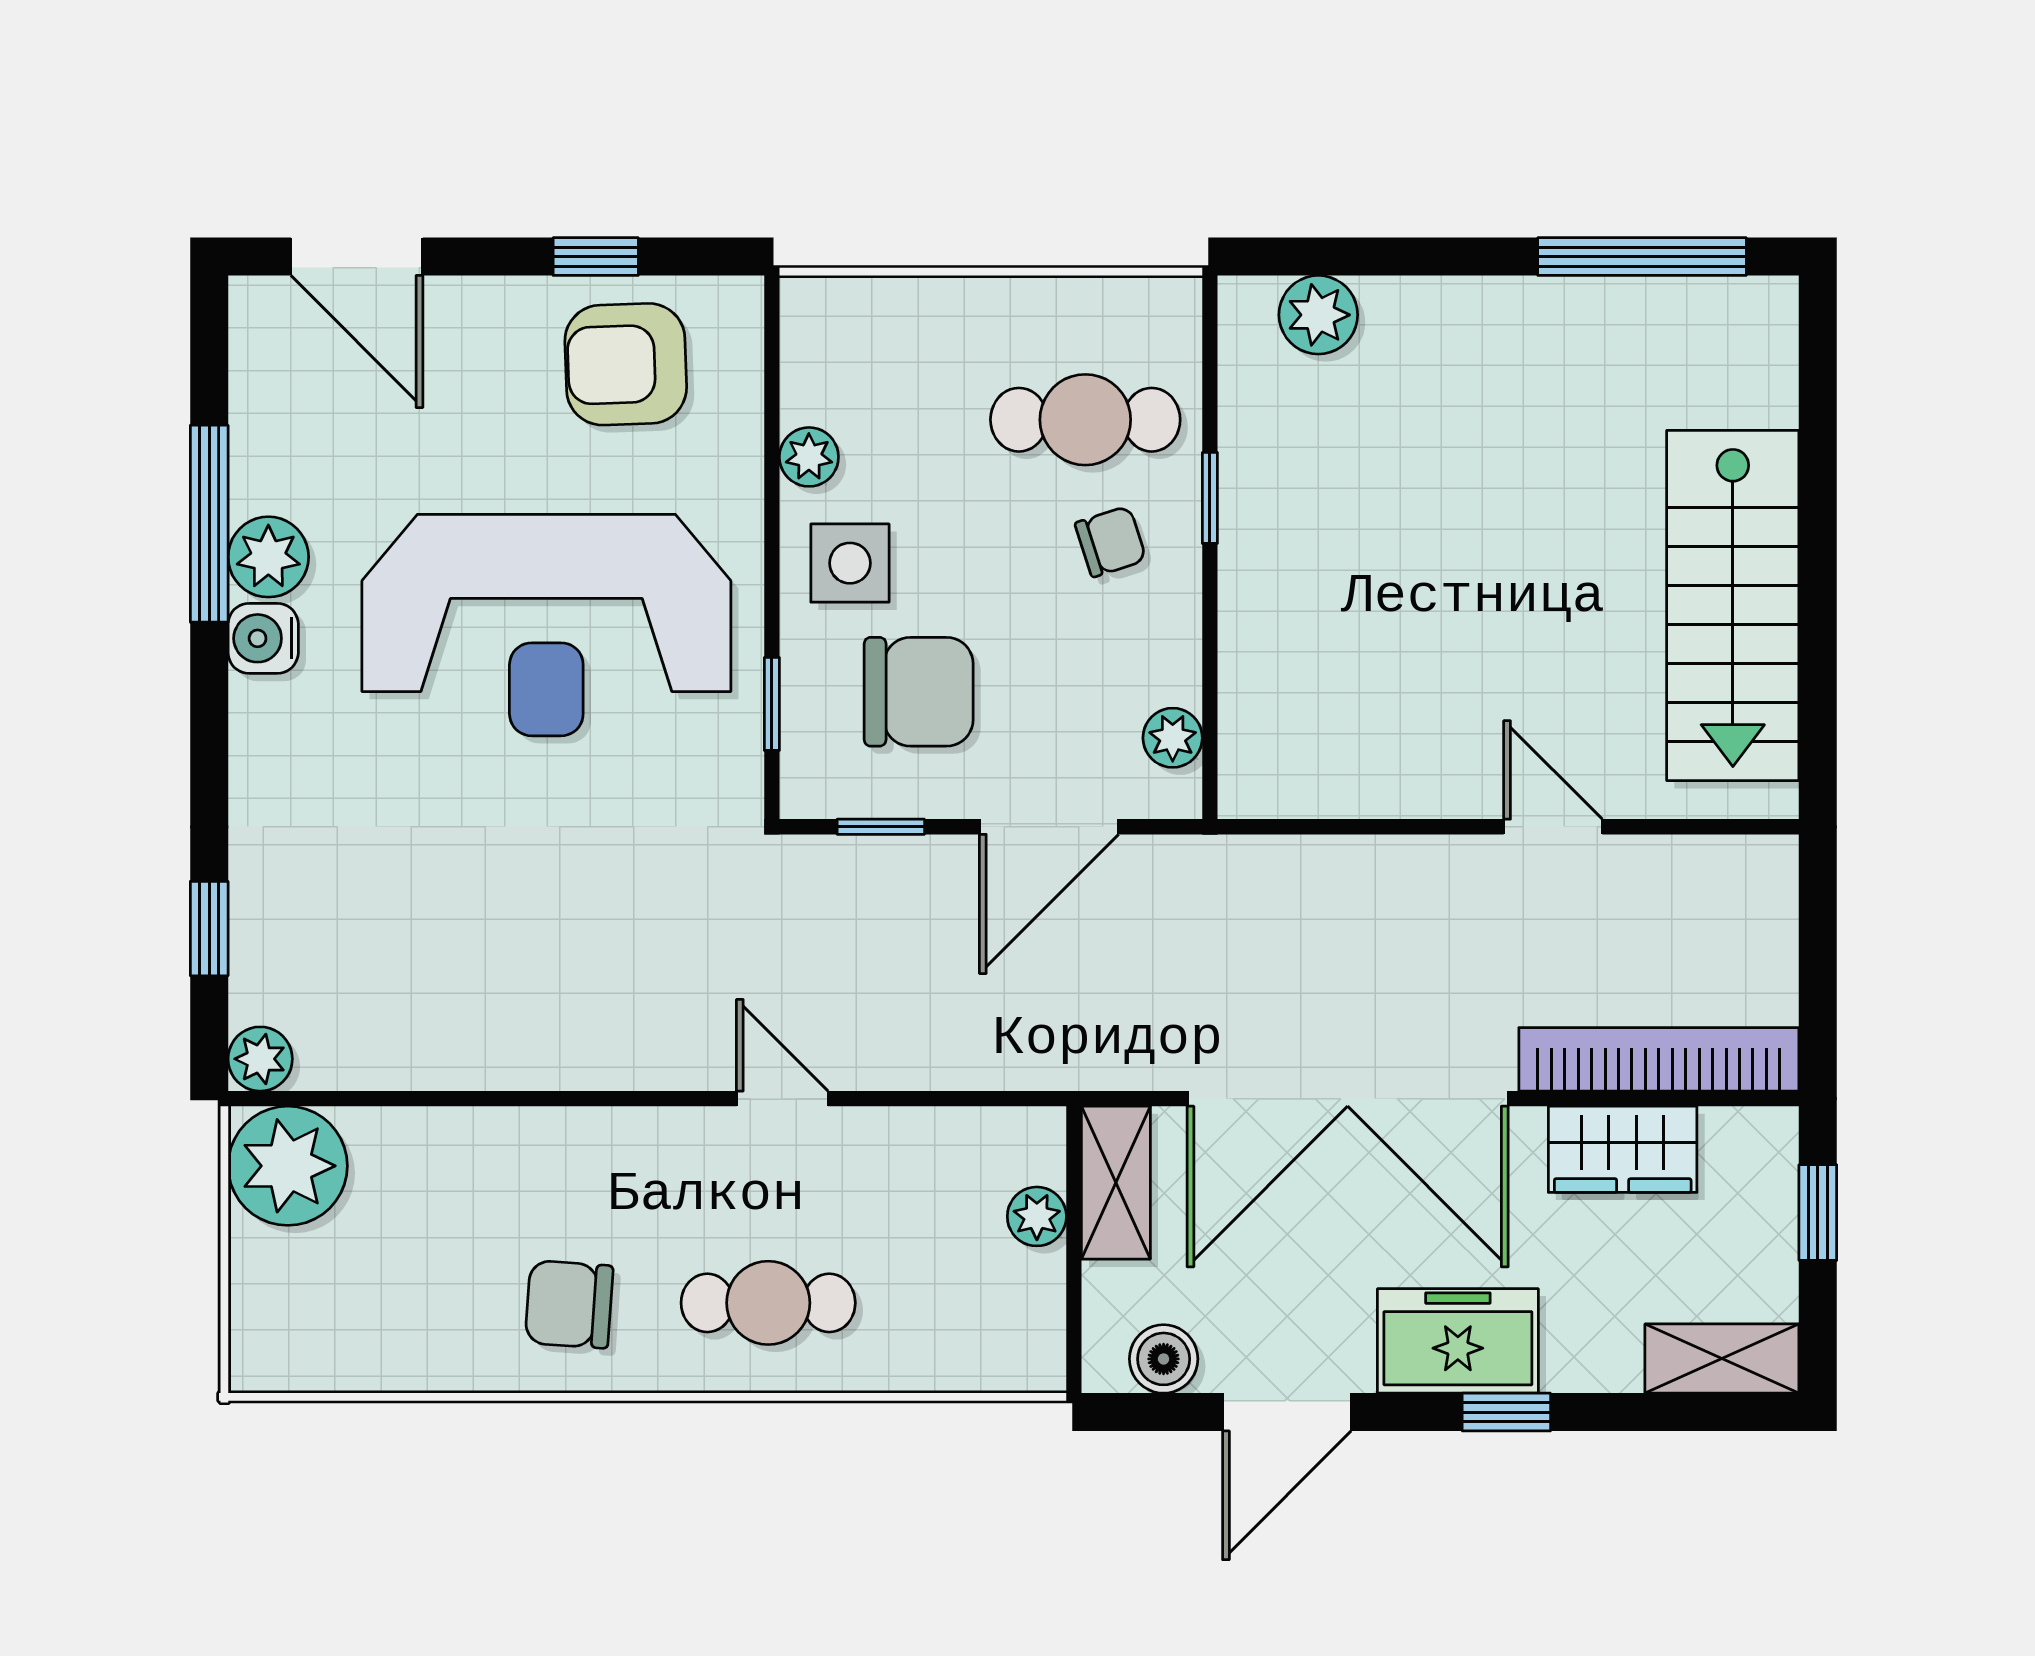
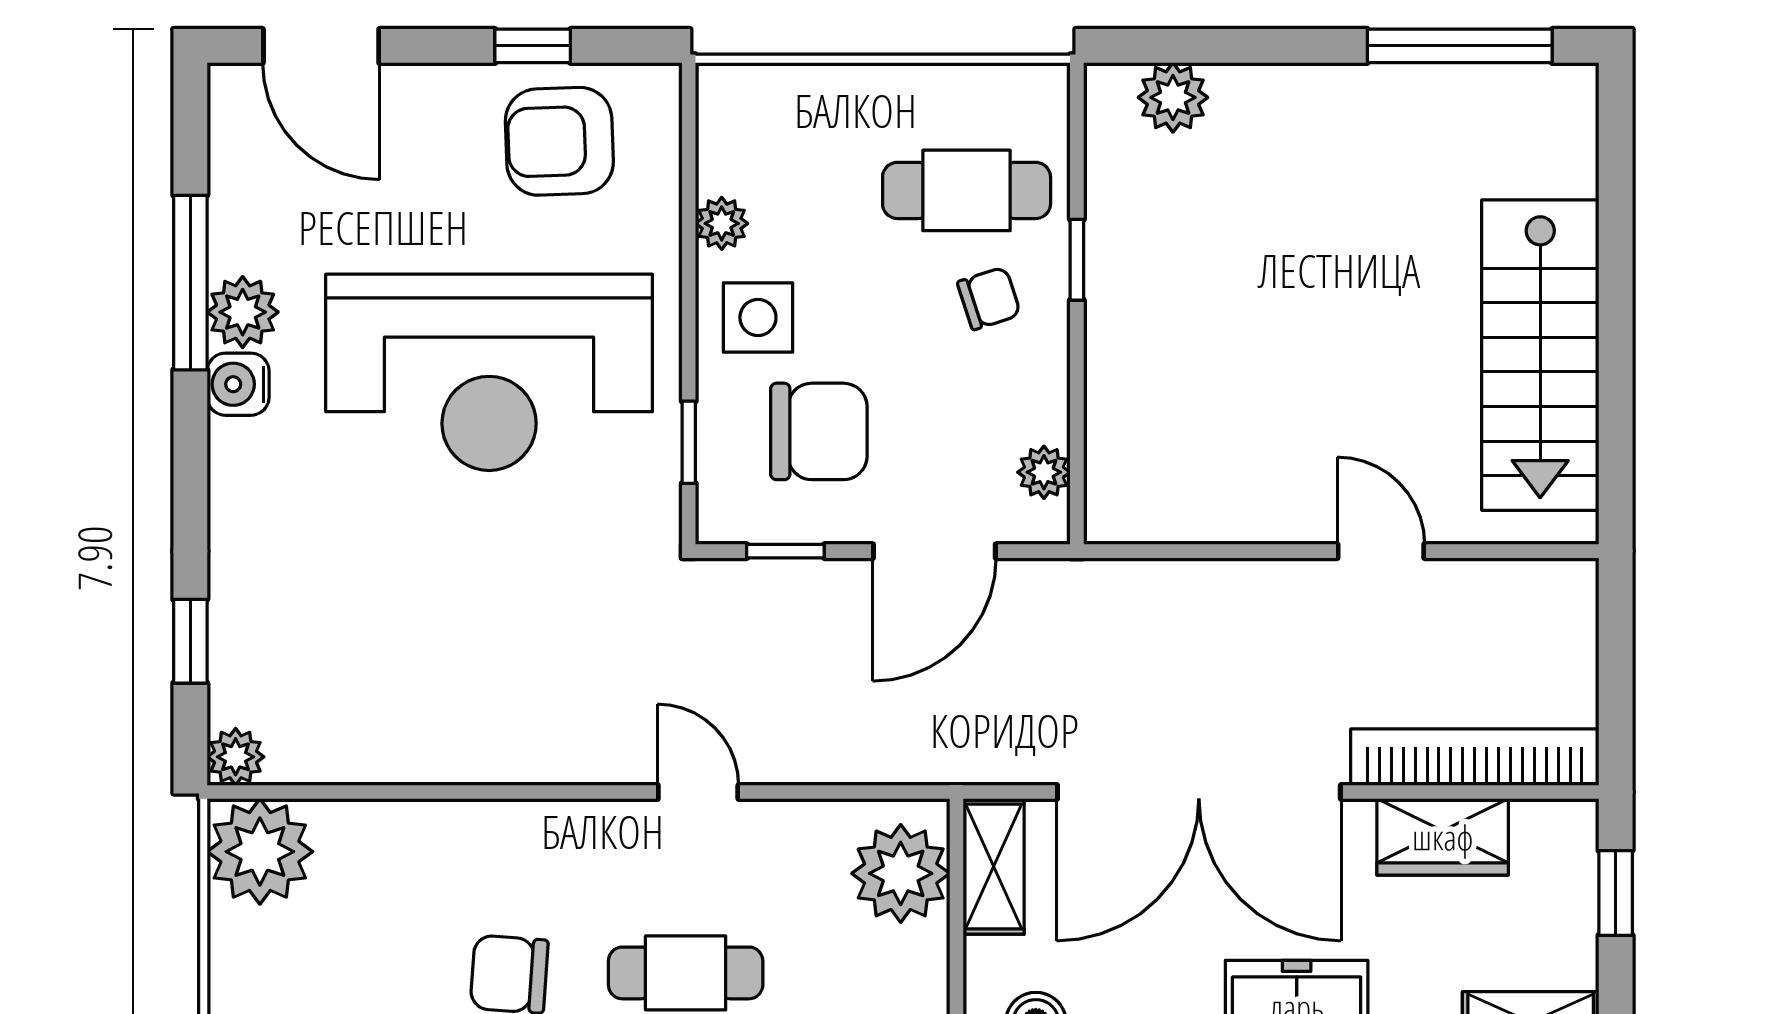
plant: (1037, 1216) -> (901, 873), width x1.88, depth x1.88

